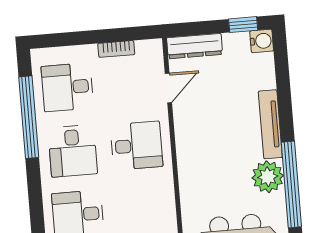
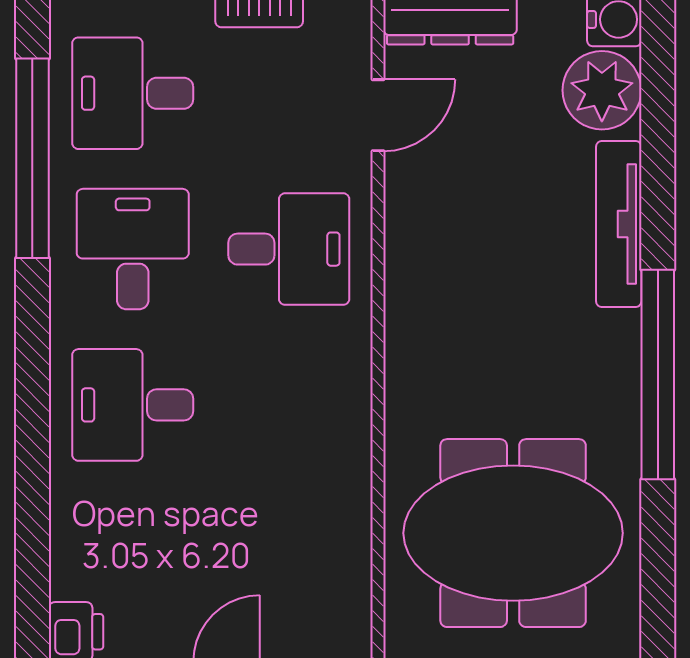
desk: (73, 151) -> (133, 249), turned 180
plant: (268, 177) -> (602, 90), moved

